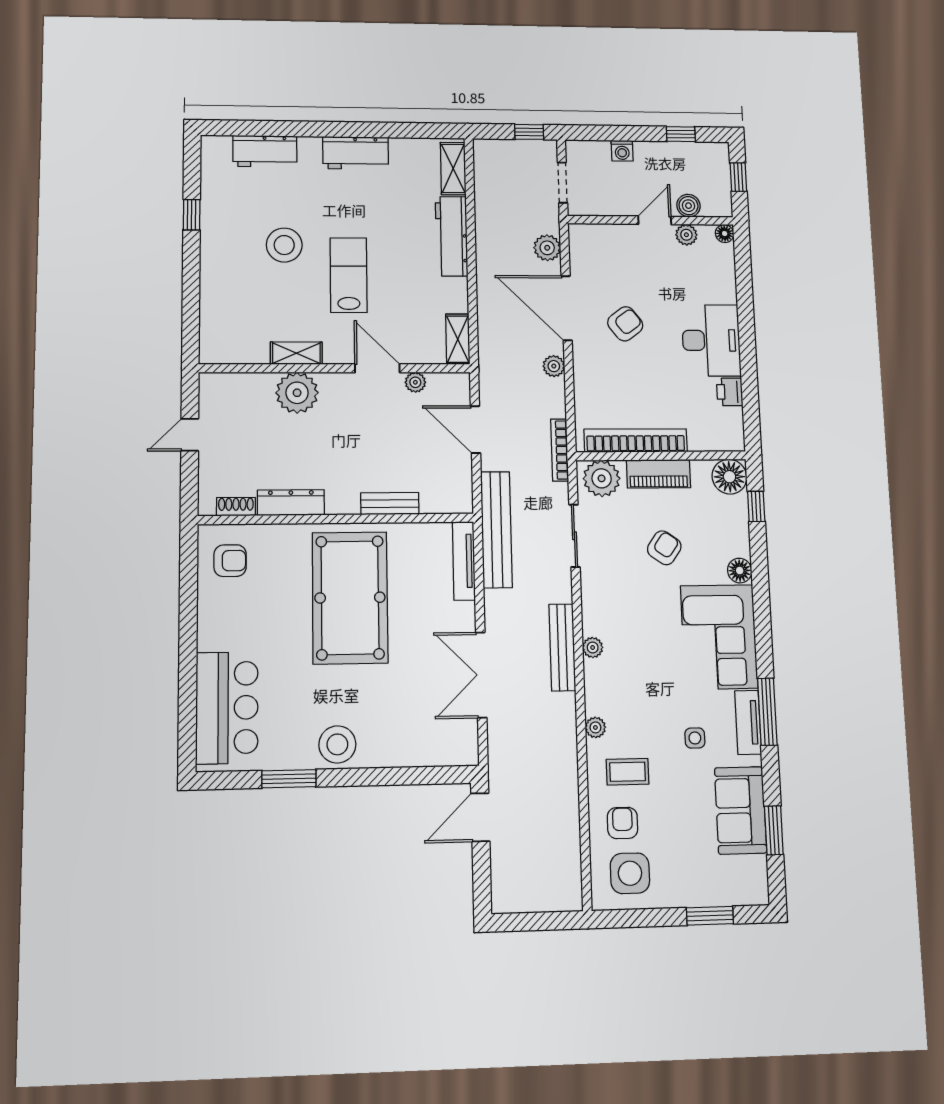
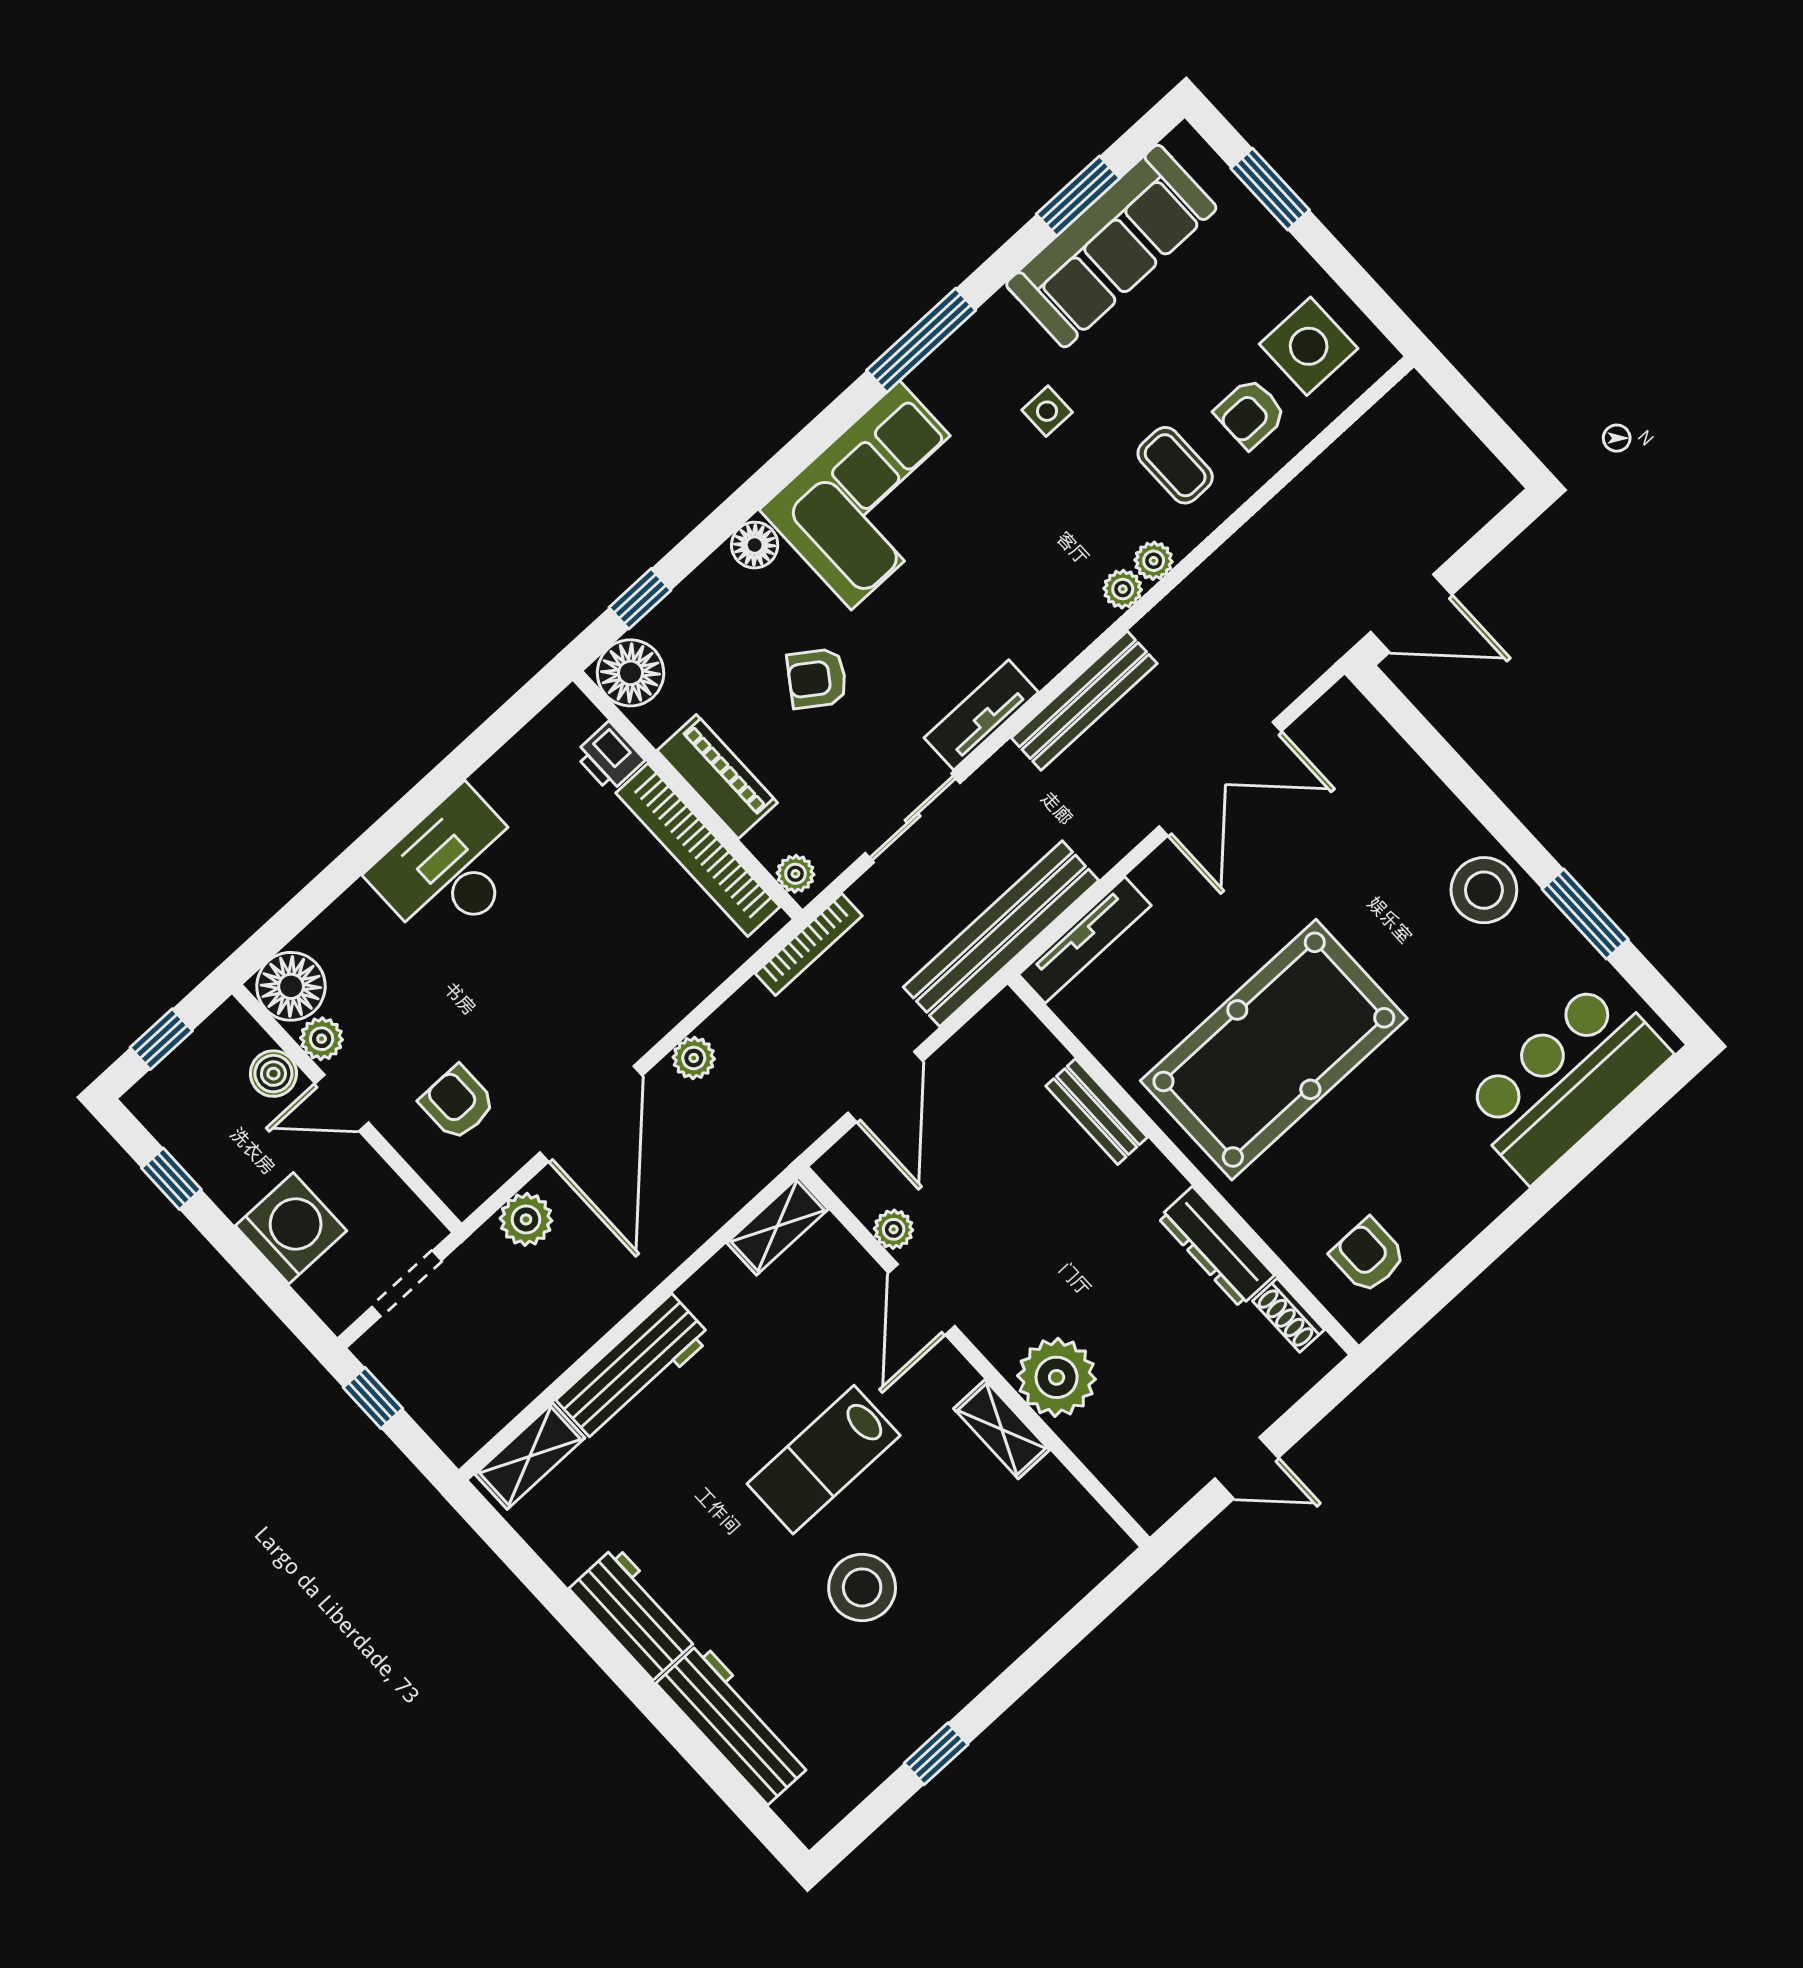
workbench: (265, 151) -> (735, 1723), width x1.38
washing machine: (622, 151) -> (291, 1228), width x1.89, depth x1.89
floor lamp: (725, 234) -> (291, 986), width x1.89, depth x1.89
armchair: (625, 324) -> (458, 1103), moved, turned 37
printer: (730, 392) -> (609, 757), moved, turned 90
plant: (602, 478) -> (795, 874), width x0.53, depth x0.53
plant: (593, 647) -> (1123, 589), moved
tv unit: (748, 722) -> (981, 715), moved, turned 180
sofa: (741, 810) -> (1111, 246), width x1.36

